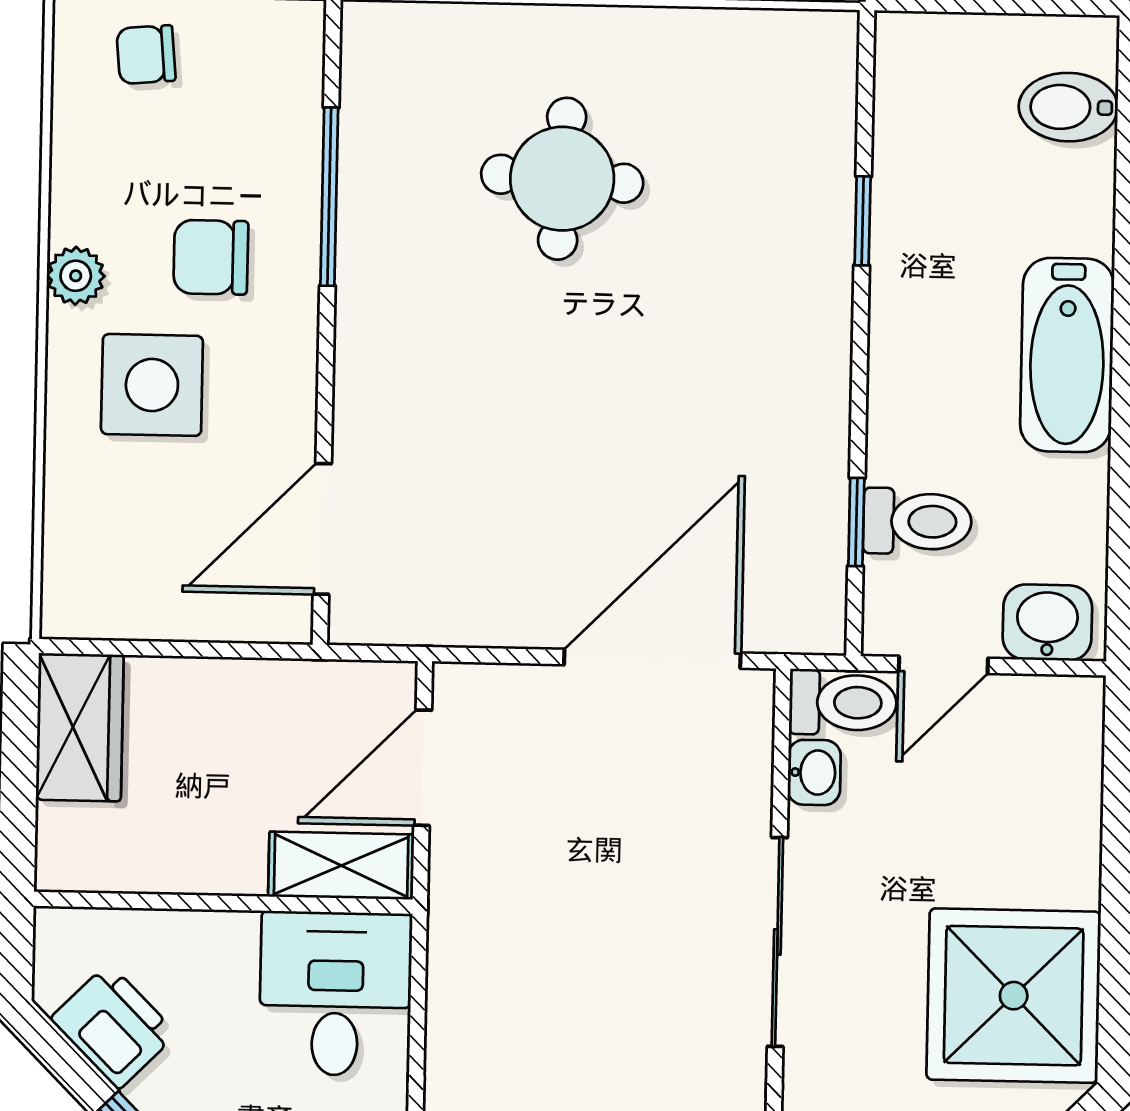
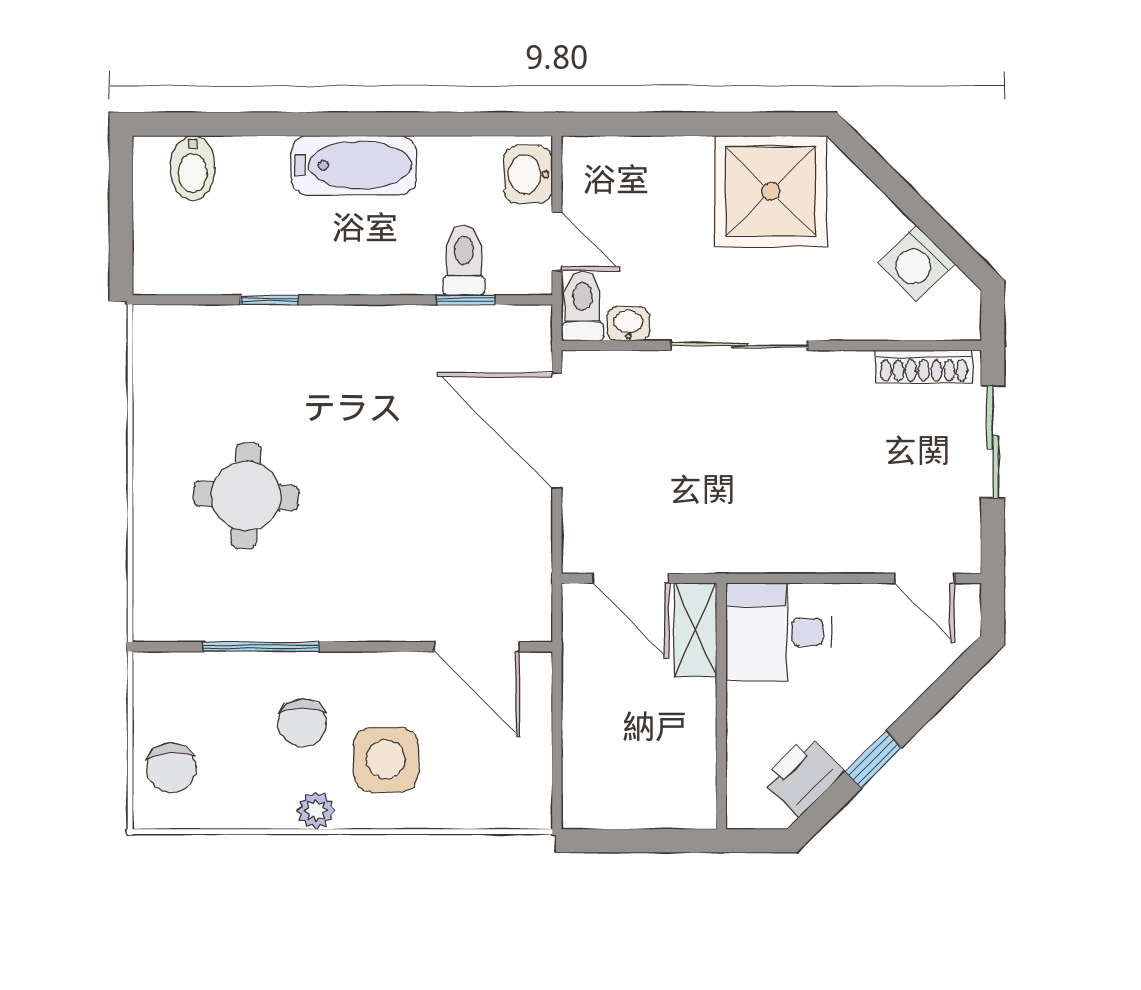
chair: (146, 55) -> (171, 768), width x1.37, depth x1.37
wardrobe: (80, 727) -> (609, 802), removed

